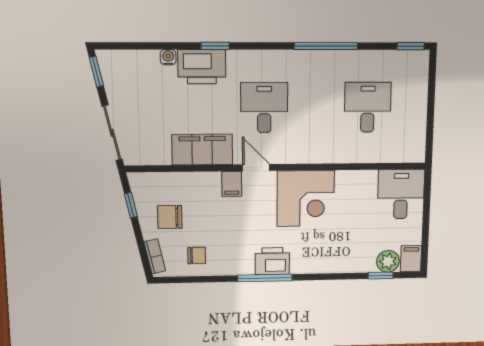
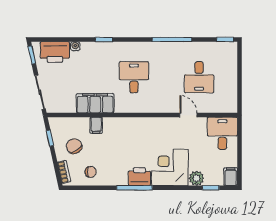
printer: (202, 67) -> (55, 52), moved
desk: (368, 107) -> (199, 77), turned 180
door: (256, 168) -> (188, 115), moved
filing cabinet: (232, 184) -> (96, 125), moved
corner desk: (306, 198) -> (170, 167), moved, turned 180
chair: (170, 217) -> (74, 146), turned 60
plant: (388, 261) -> (197, 178), moved

